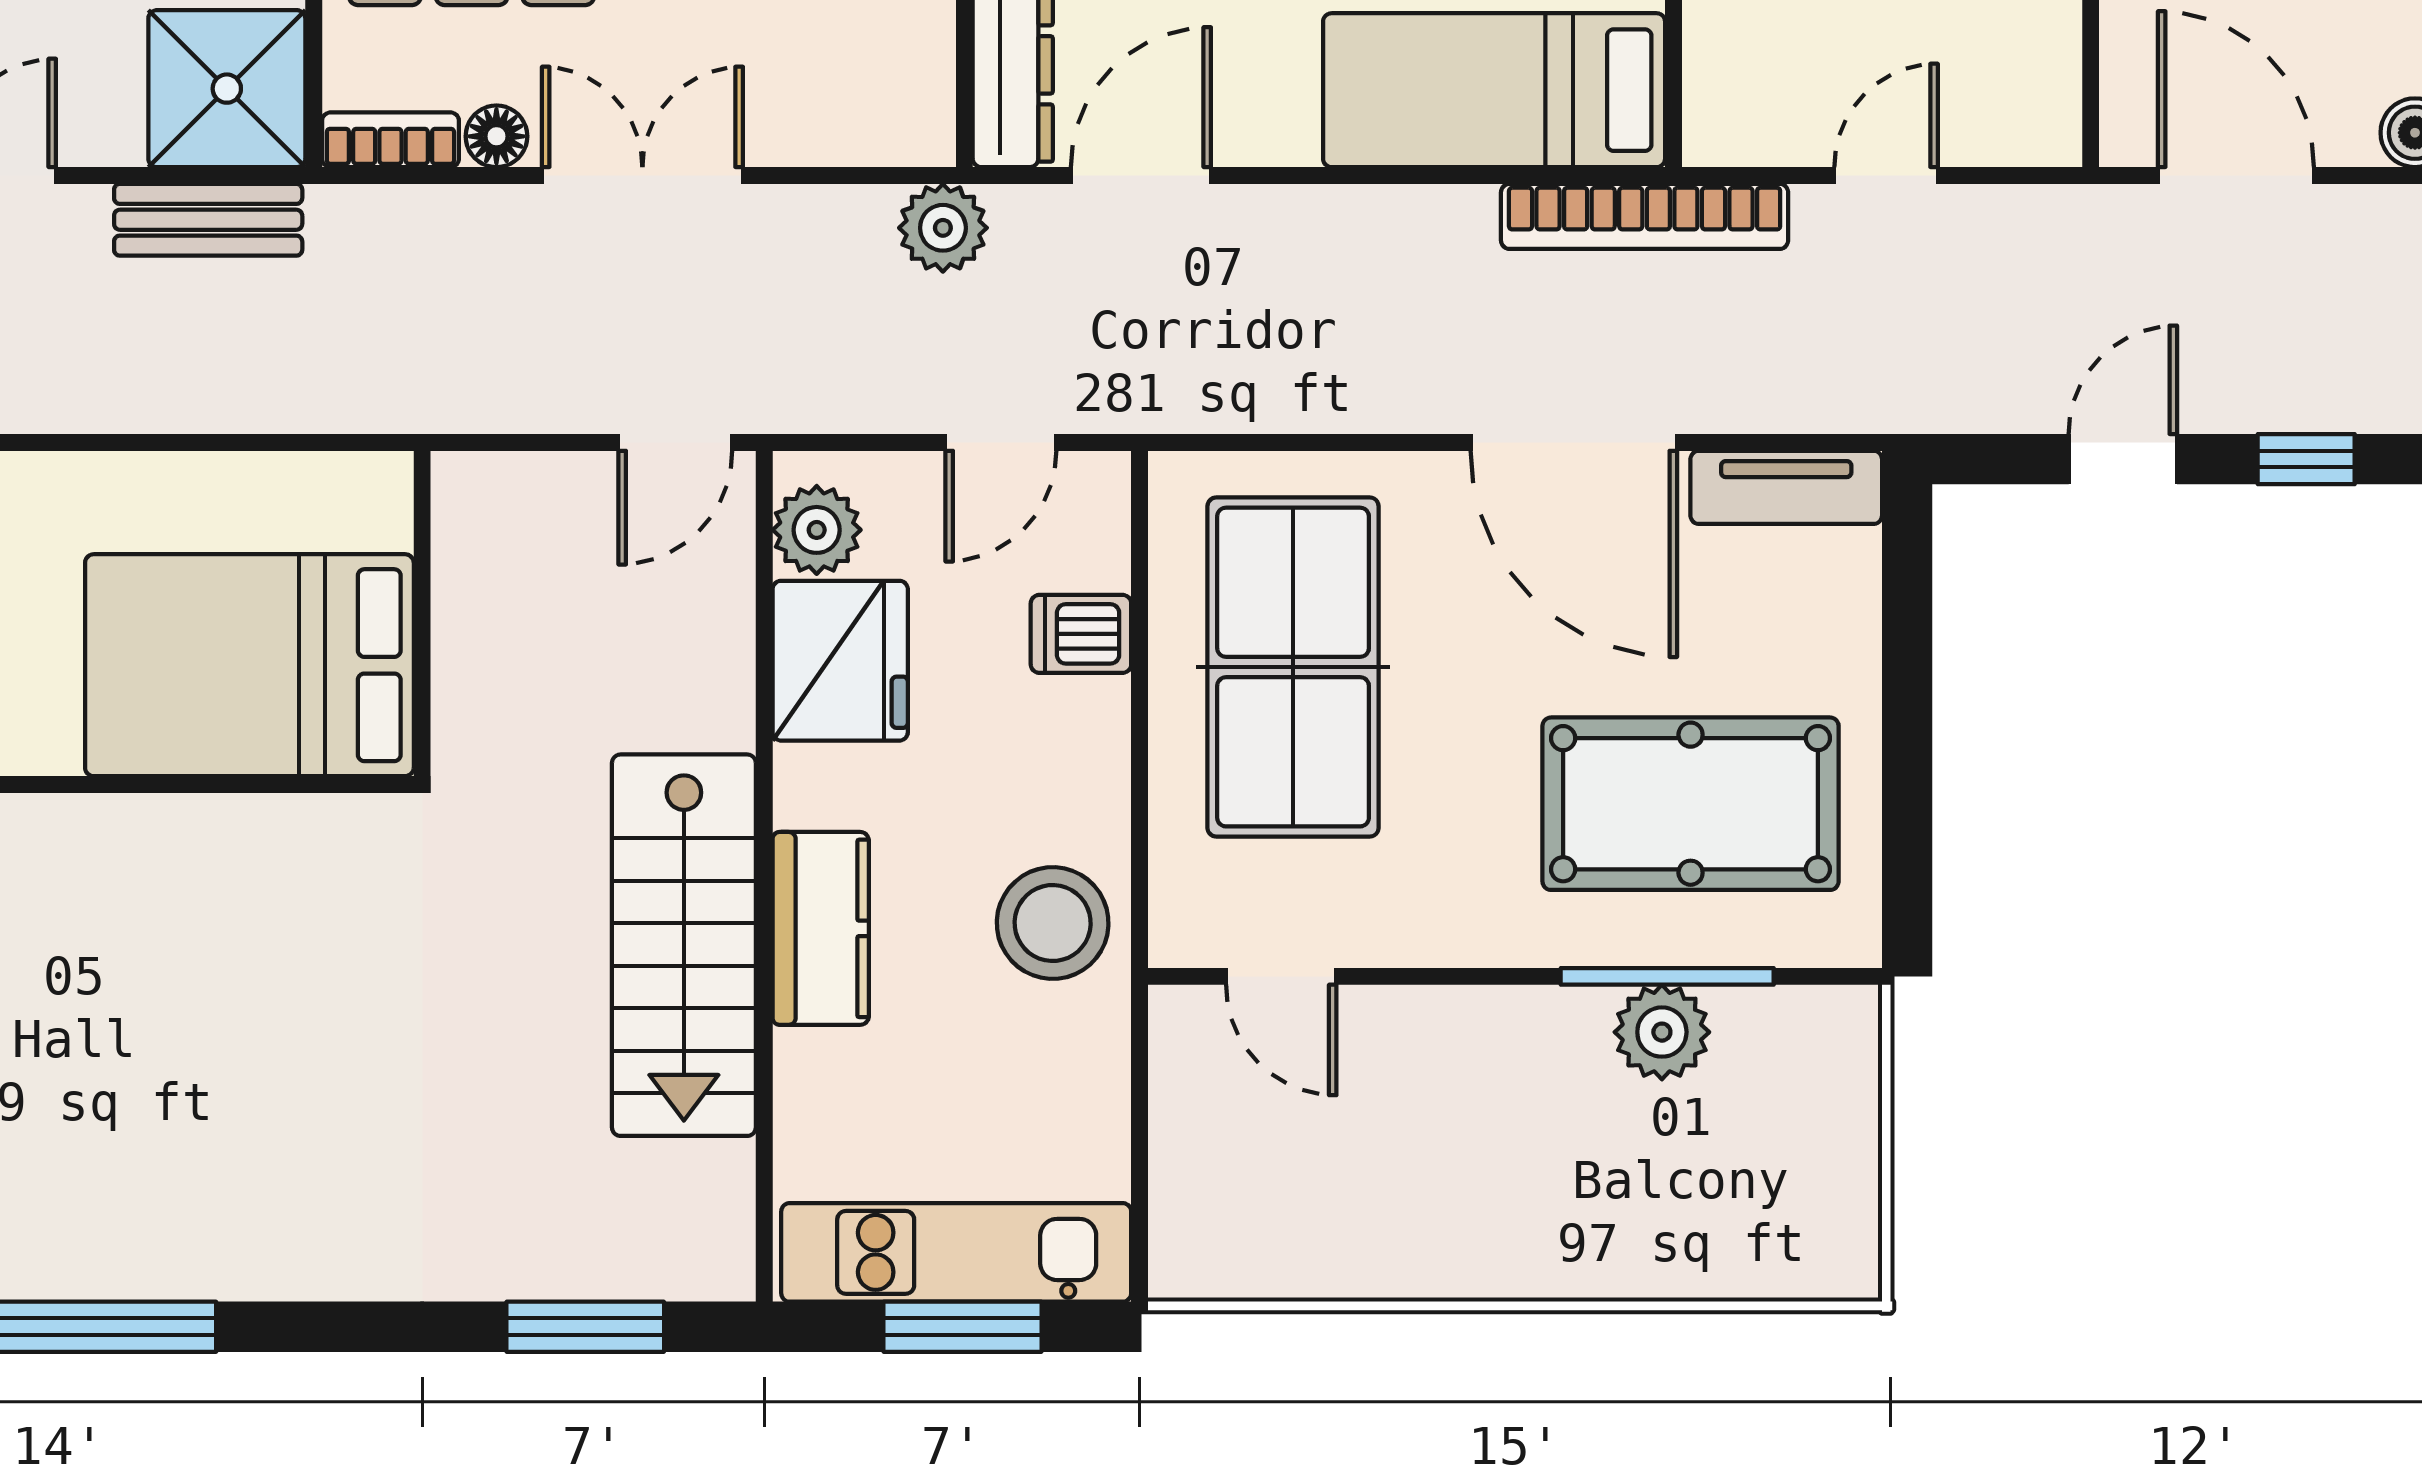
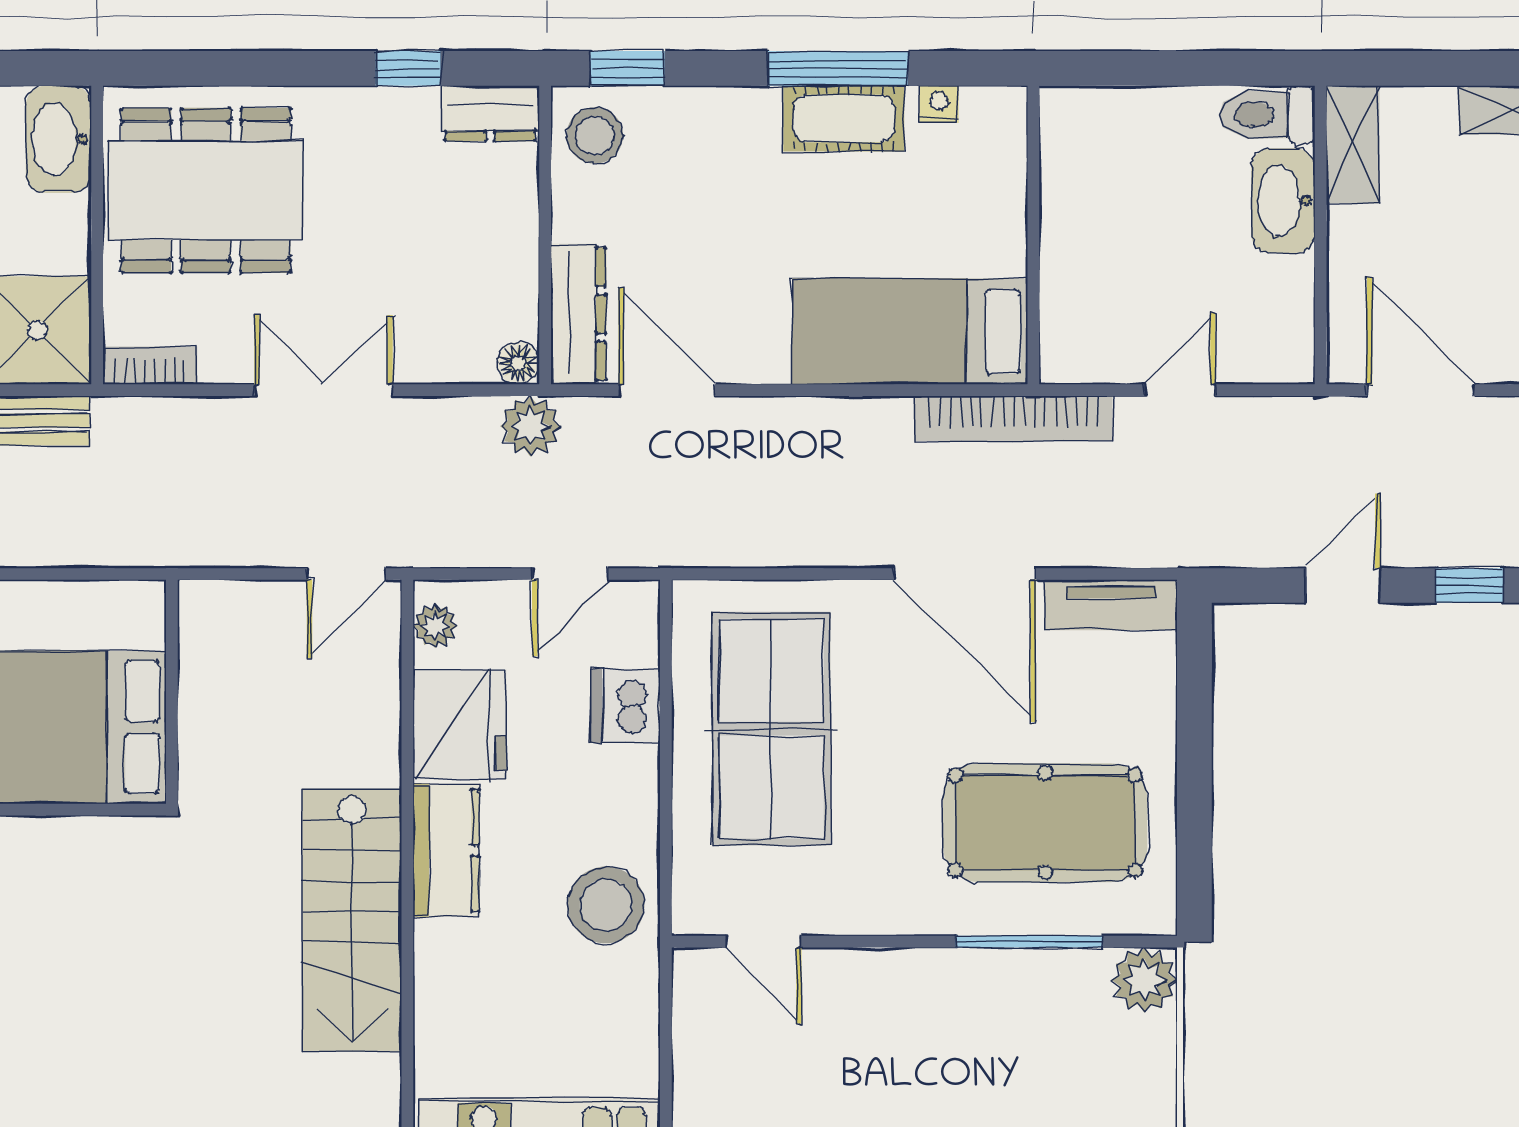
floor lamp: (496, 136) -> (518, 363), moved
door: (1141, 175) -> (667, 390), hinge flipped
plant: (817, 530) -> (435, 626), width x0.73, depth x0.73
dishwasher: (1081, 634) -> (625, 706), width x1.38
kitchen counter: (821, 928) -> (446, 850), moved
plant: (1662, 1032) -> (1144, 980), moved

